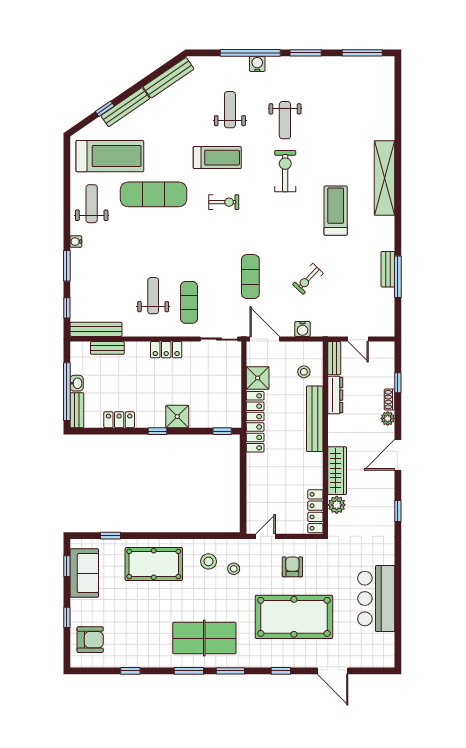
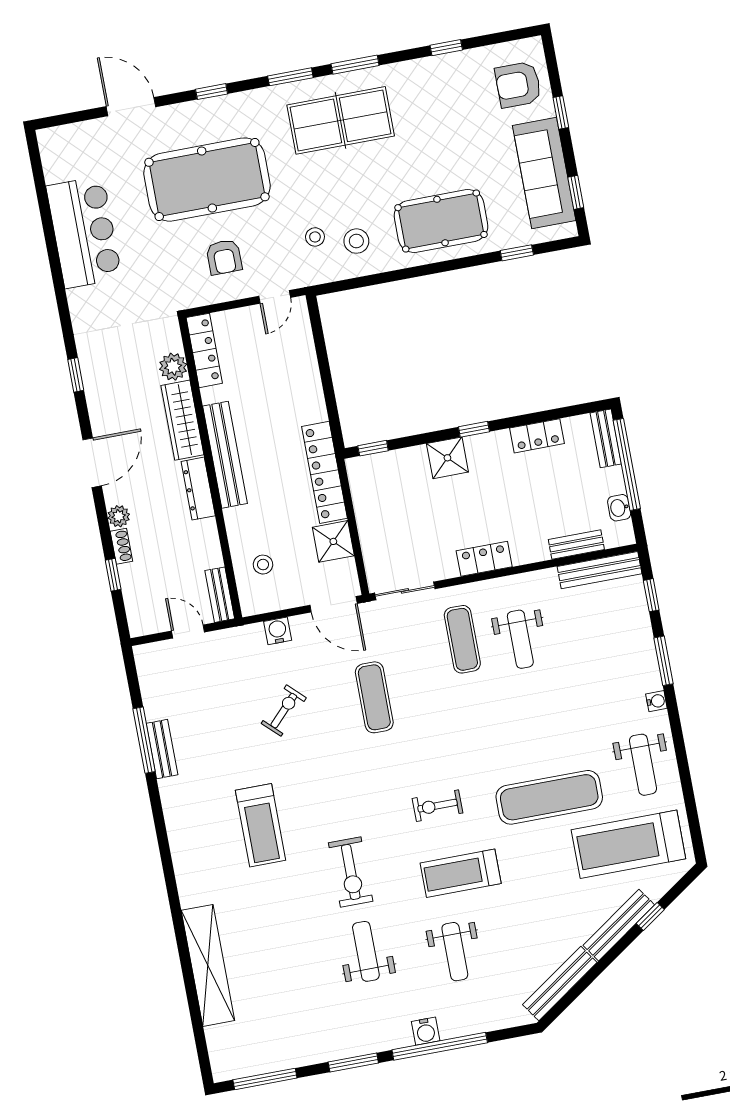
shelving: (385, 178) -> (208, 965), moved
washbasin: (77, 383) -> (619, 508), moved
dresser: (335, 395) -> (198, 489), moved
bench: (315, 419) -> (225, 455), moved
sofa: (84, 573) -> (544, 173), width x1.36

